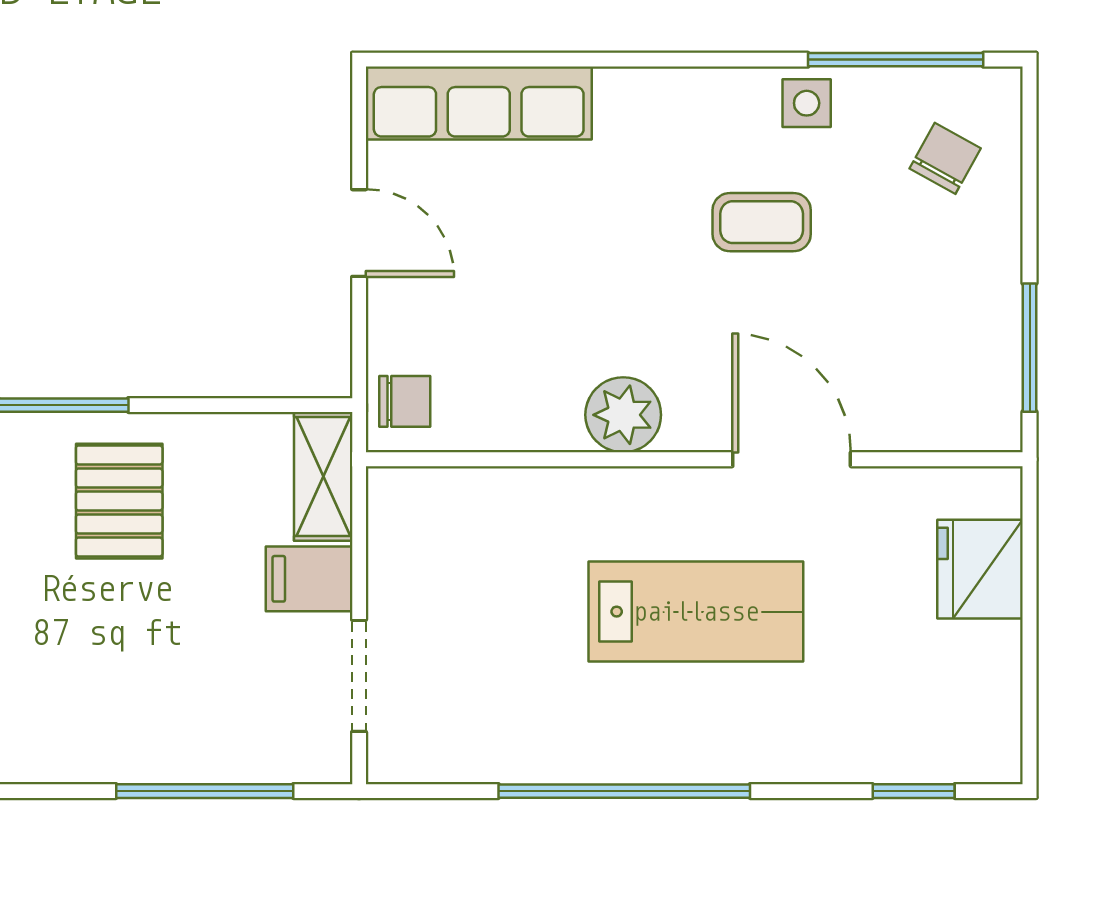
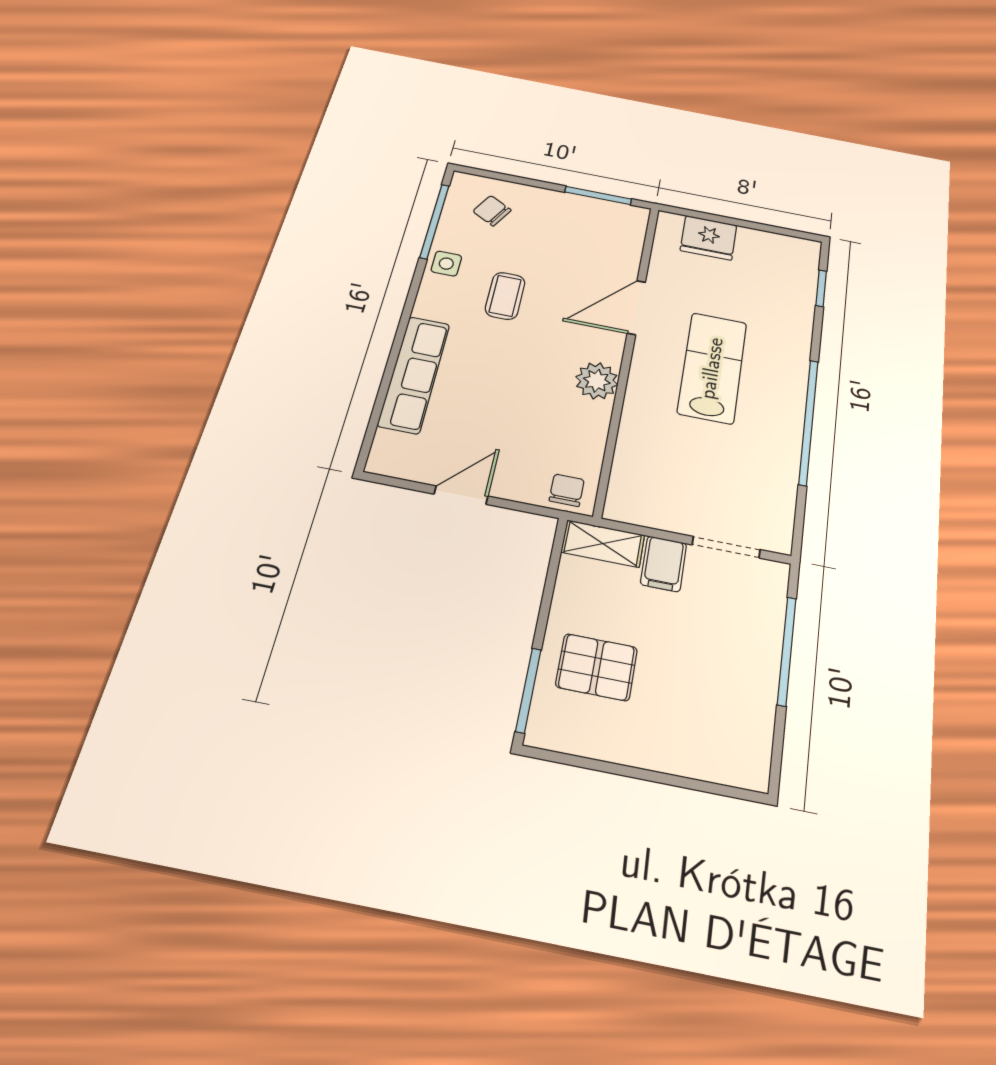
row of seats: (479, 103) -> (414, 374), moved

